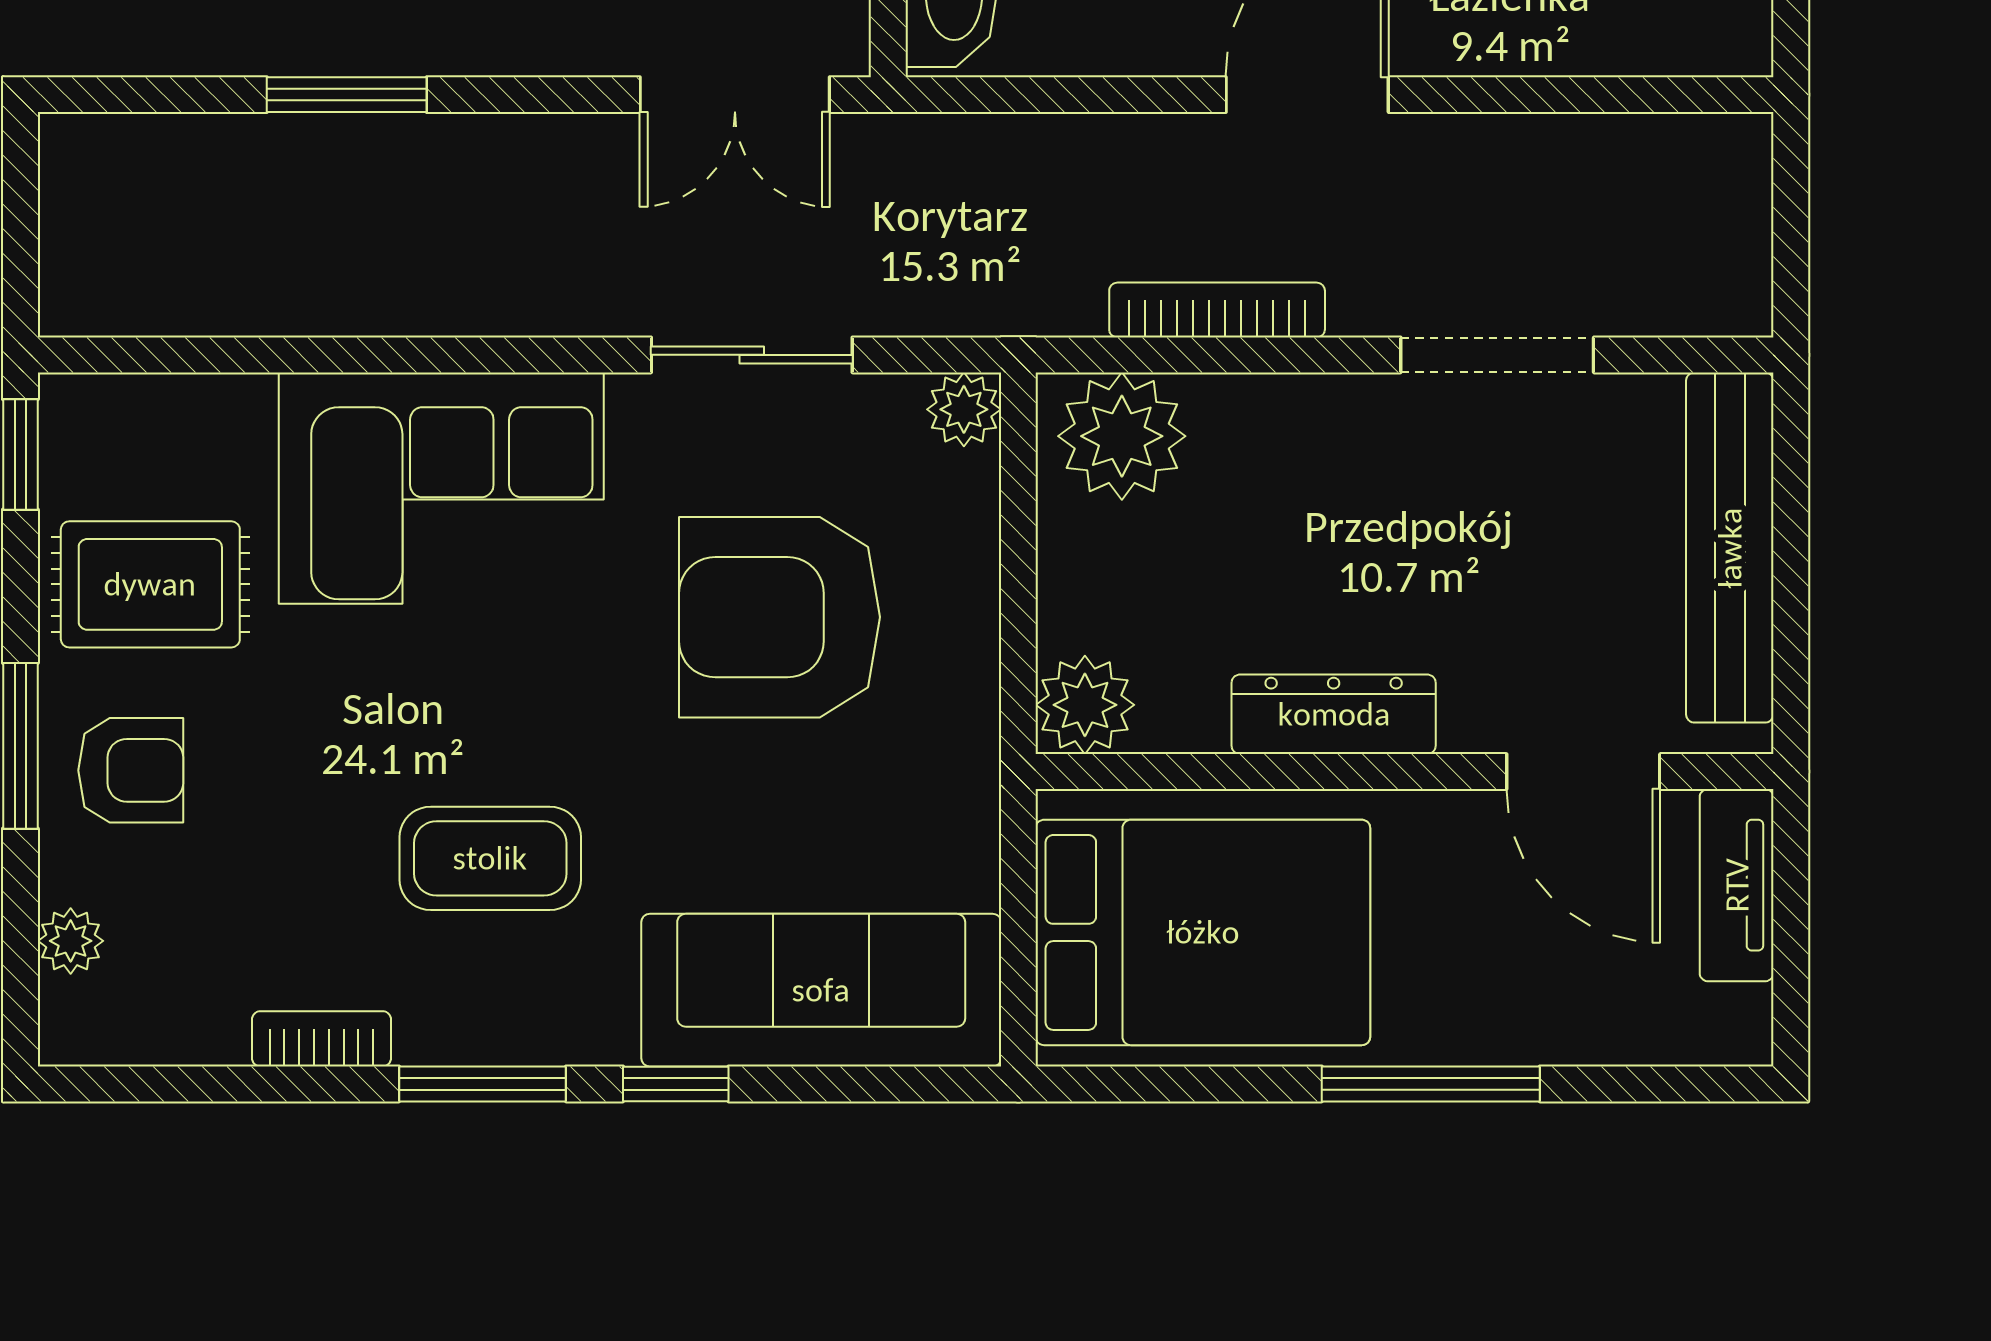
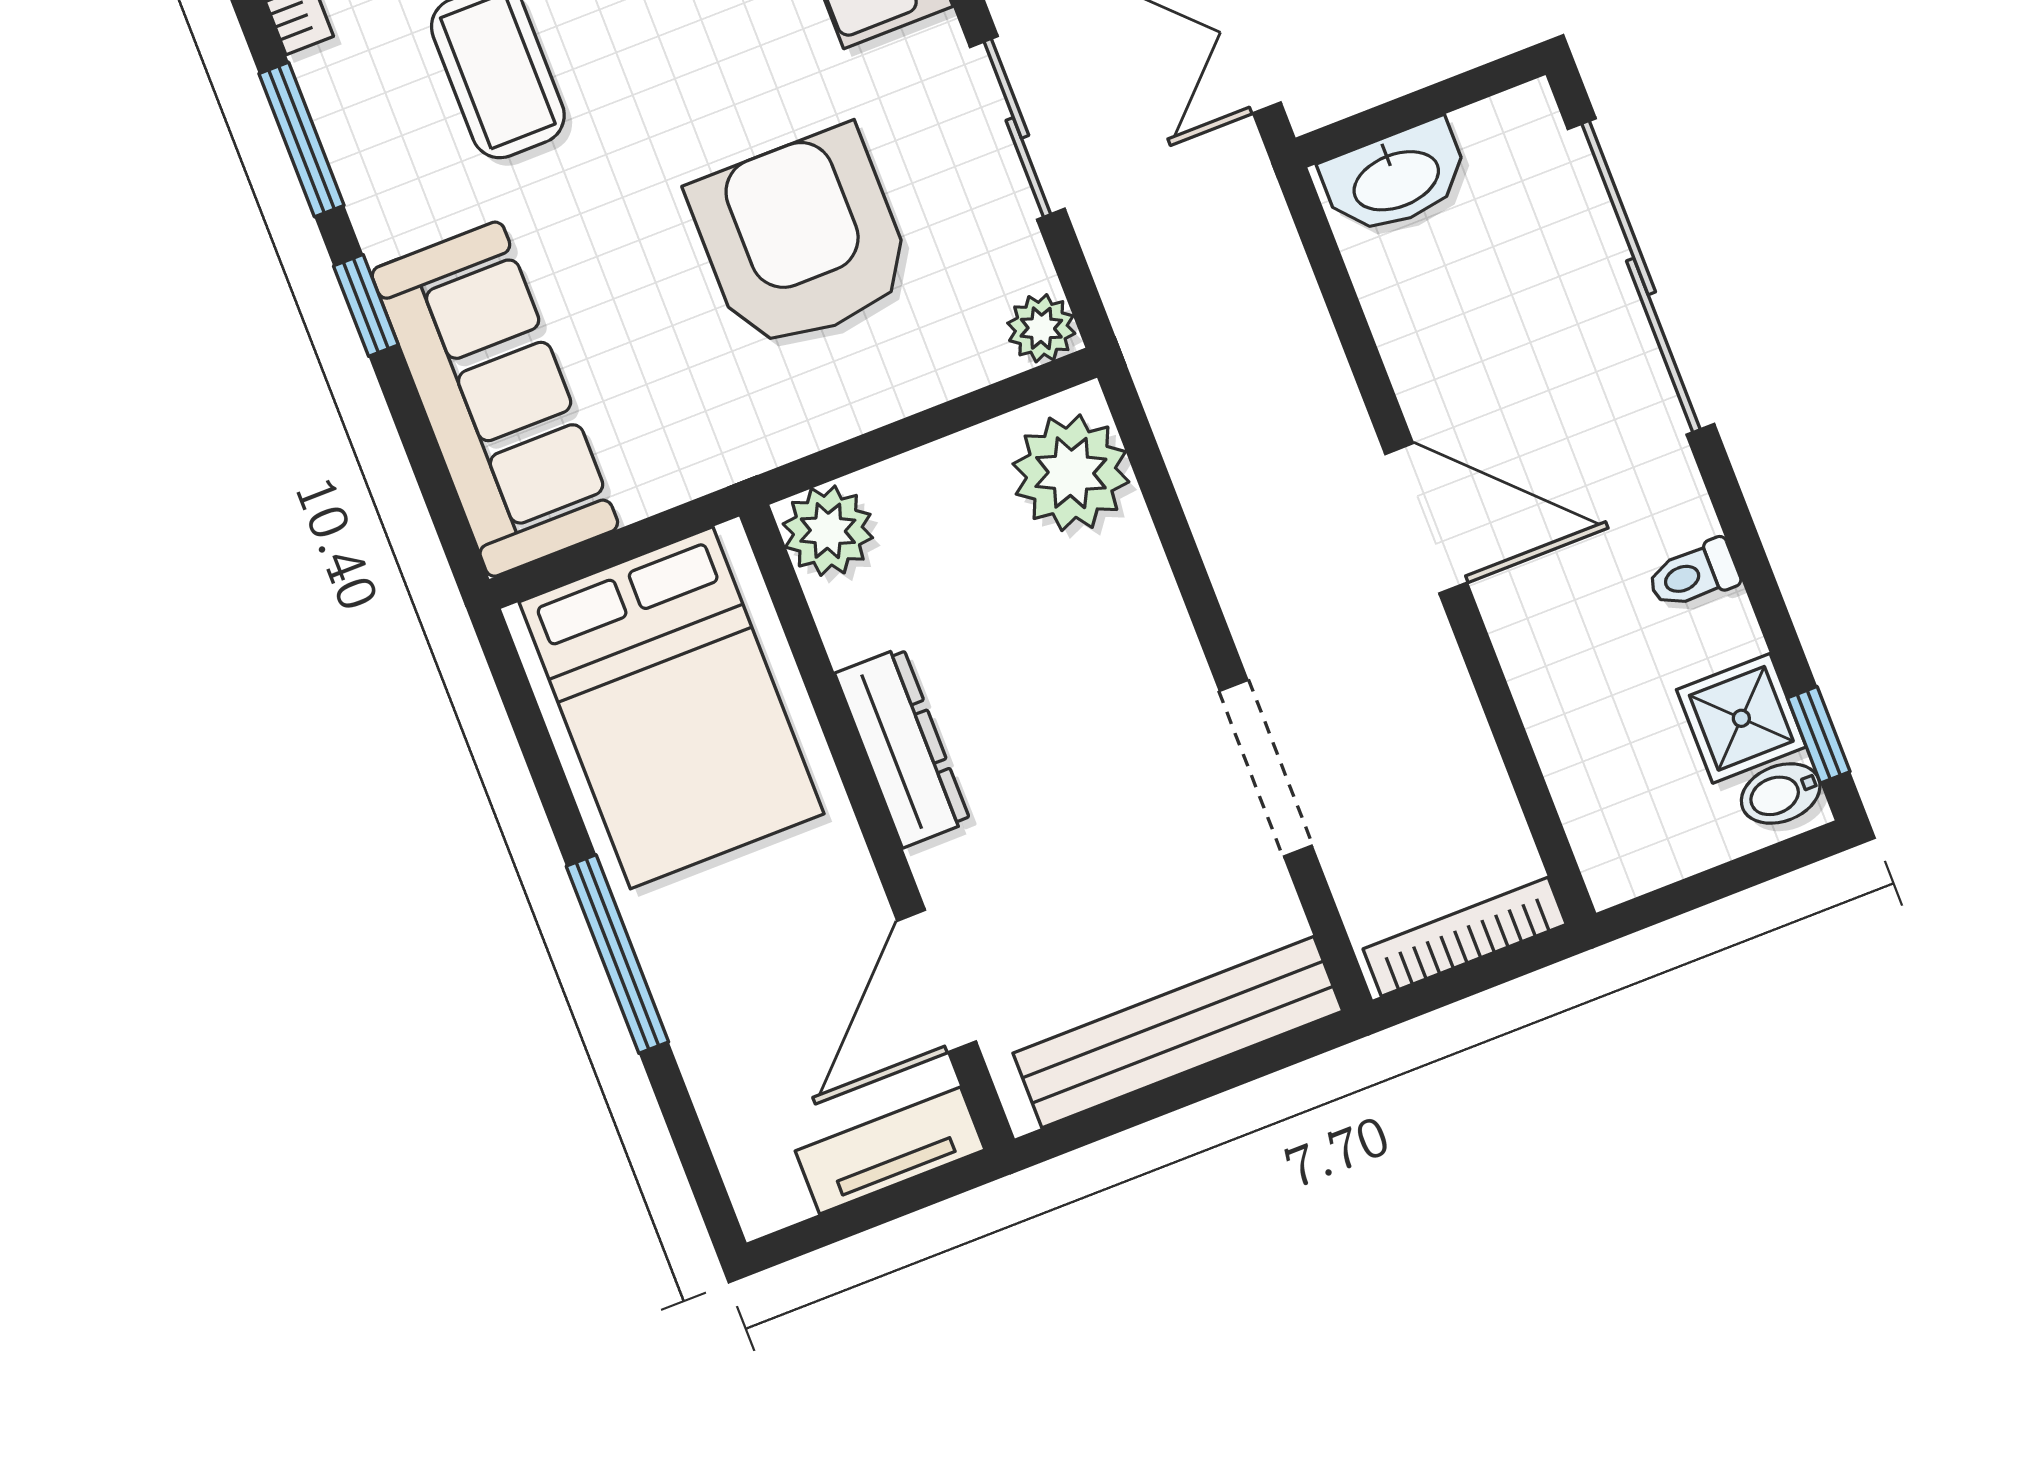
bookcase: (1217, 310) -> (1465, 937), moved, turned -90

